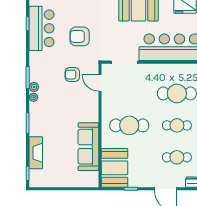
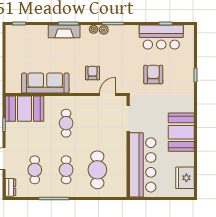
armchair: (72, 75) -> (93, 73), moved
cafe table: (129, 125) -> (66, 123), width x0.73, depth x0.74
fireplace: (36, 153) -> (64, 31), moved

